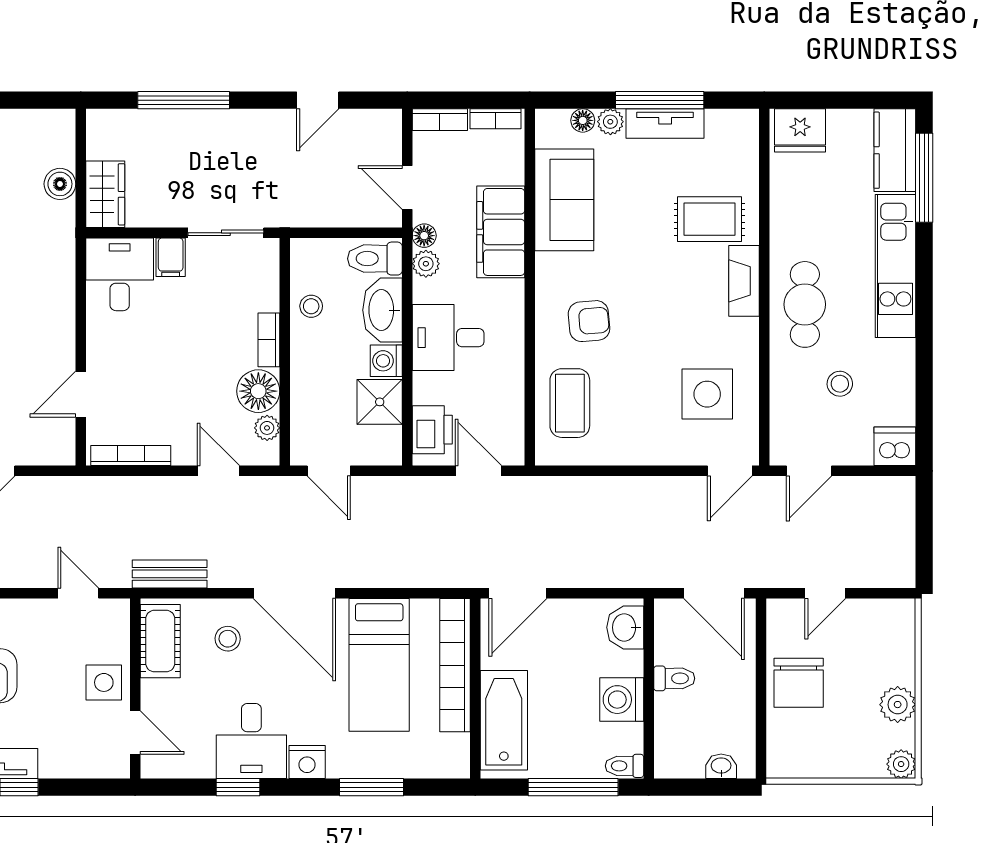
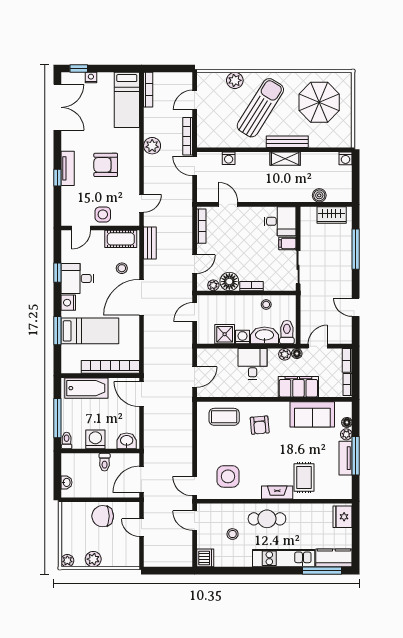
wardrobe: (105, 194) -> (332, 215), moved
printer: (432, 430) -> (213, 357), removed
bed: (379, 665) -> (90, 331), moved, turned 180

